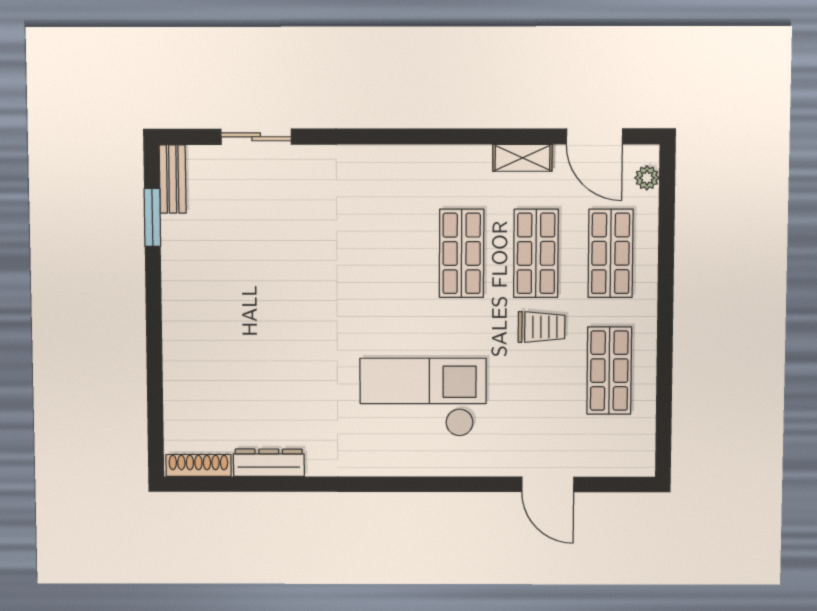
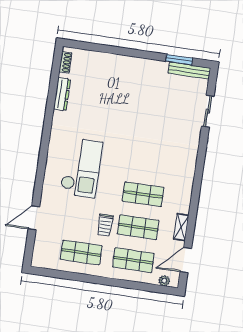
bench: (173, 179) -> (189, 71), width x1.36
shoe rack: (198, 465) -> (65, 62), width x0.70

